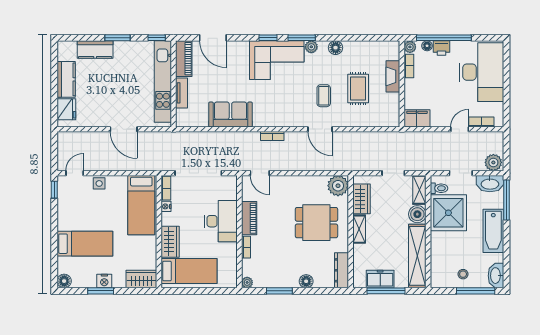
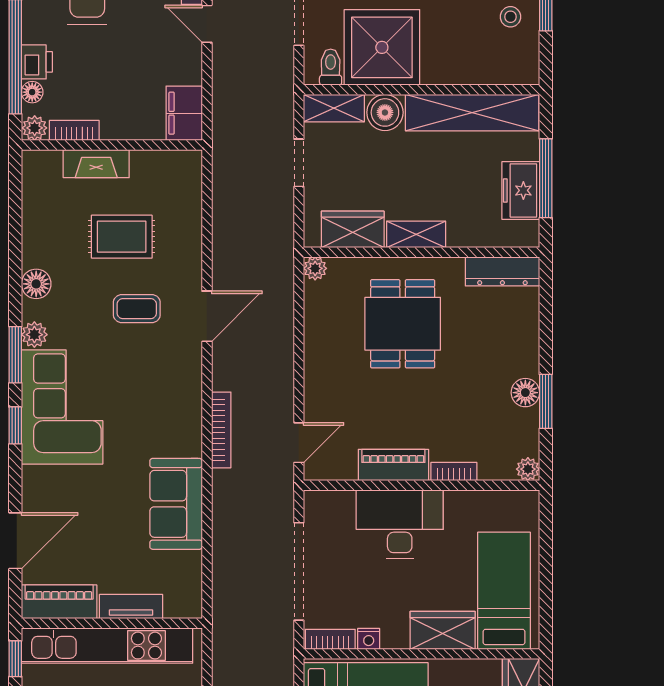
bookcase: (272, 136) -> (221, 430), width x1.56
plant: (338, 186) -> (315, 268), width x0.53, depth x0.53
floor lamp: (306, 281) -> (525, 393), moved

